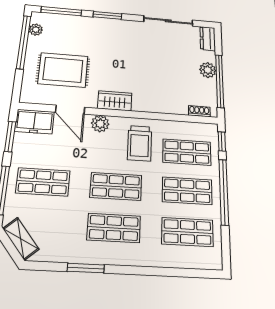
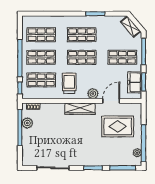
dresser: (208, 39) -> (27, 157), removed
plant: (208, 70) -> (27, 123), moved
wardrobe: (115, 101) -> (80, 109), width x1.50
door: (70, 110) -> (111, 101), hinge flipped
freezer: (35, 122) -> (135, 82), moved, turned -90

